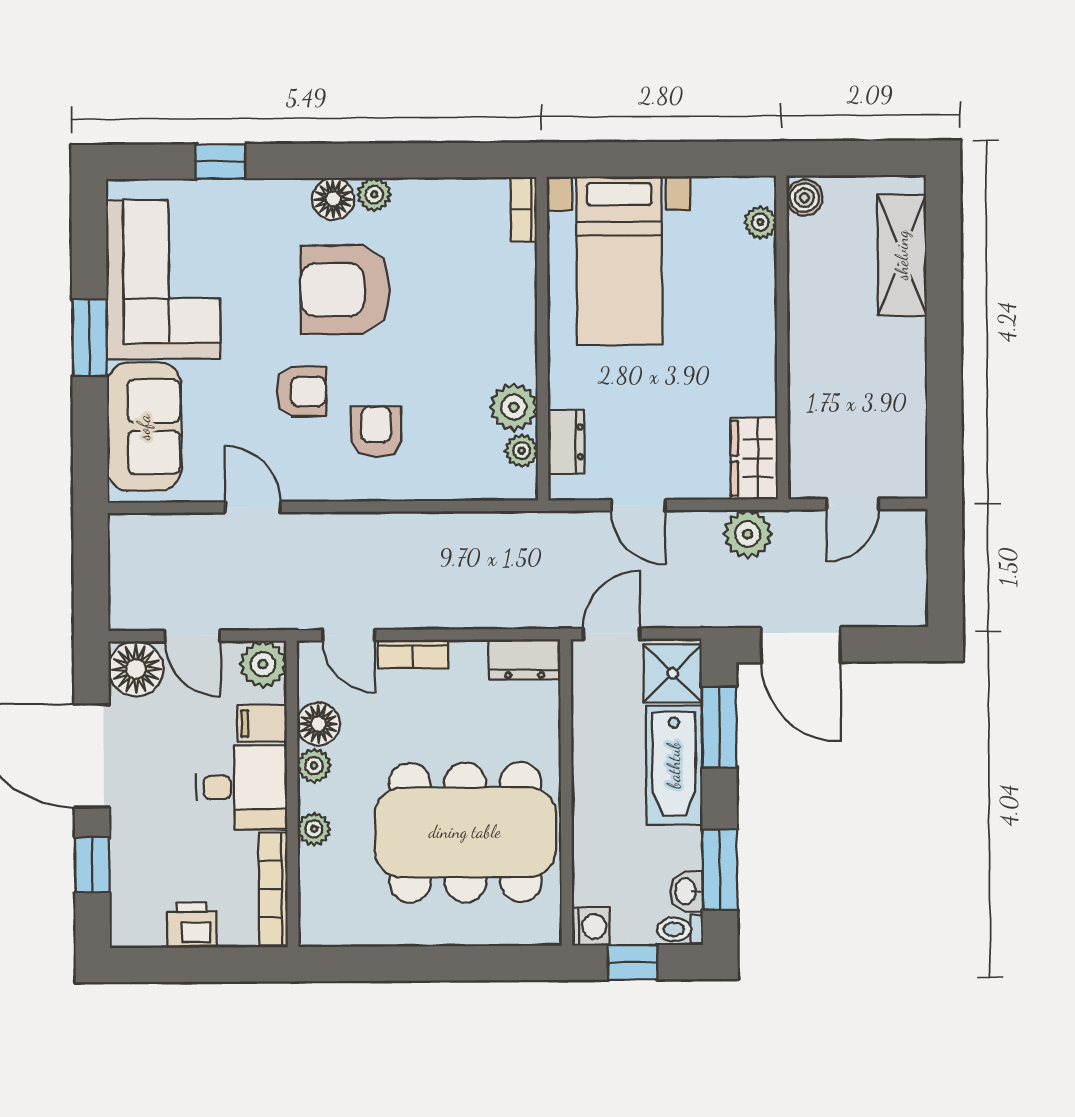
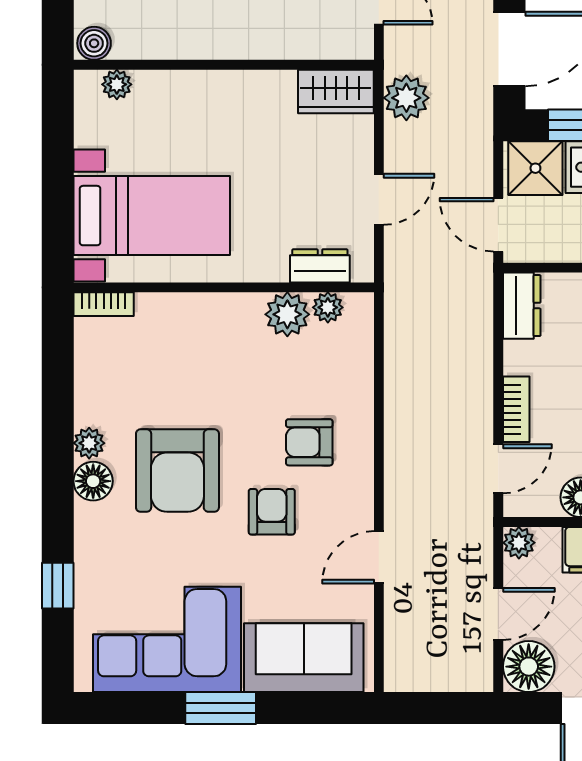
plant: (263, 664) -> (519, 543), width x0.73, depth x0.73

